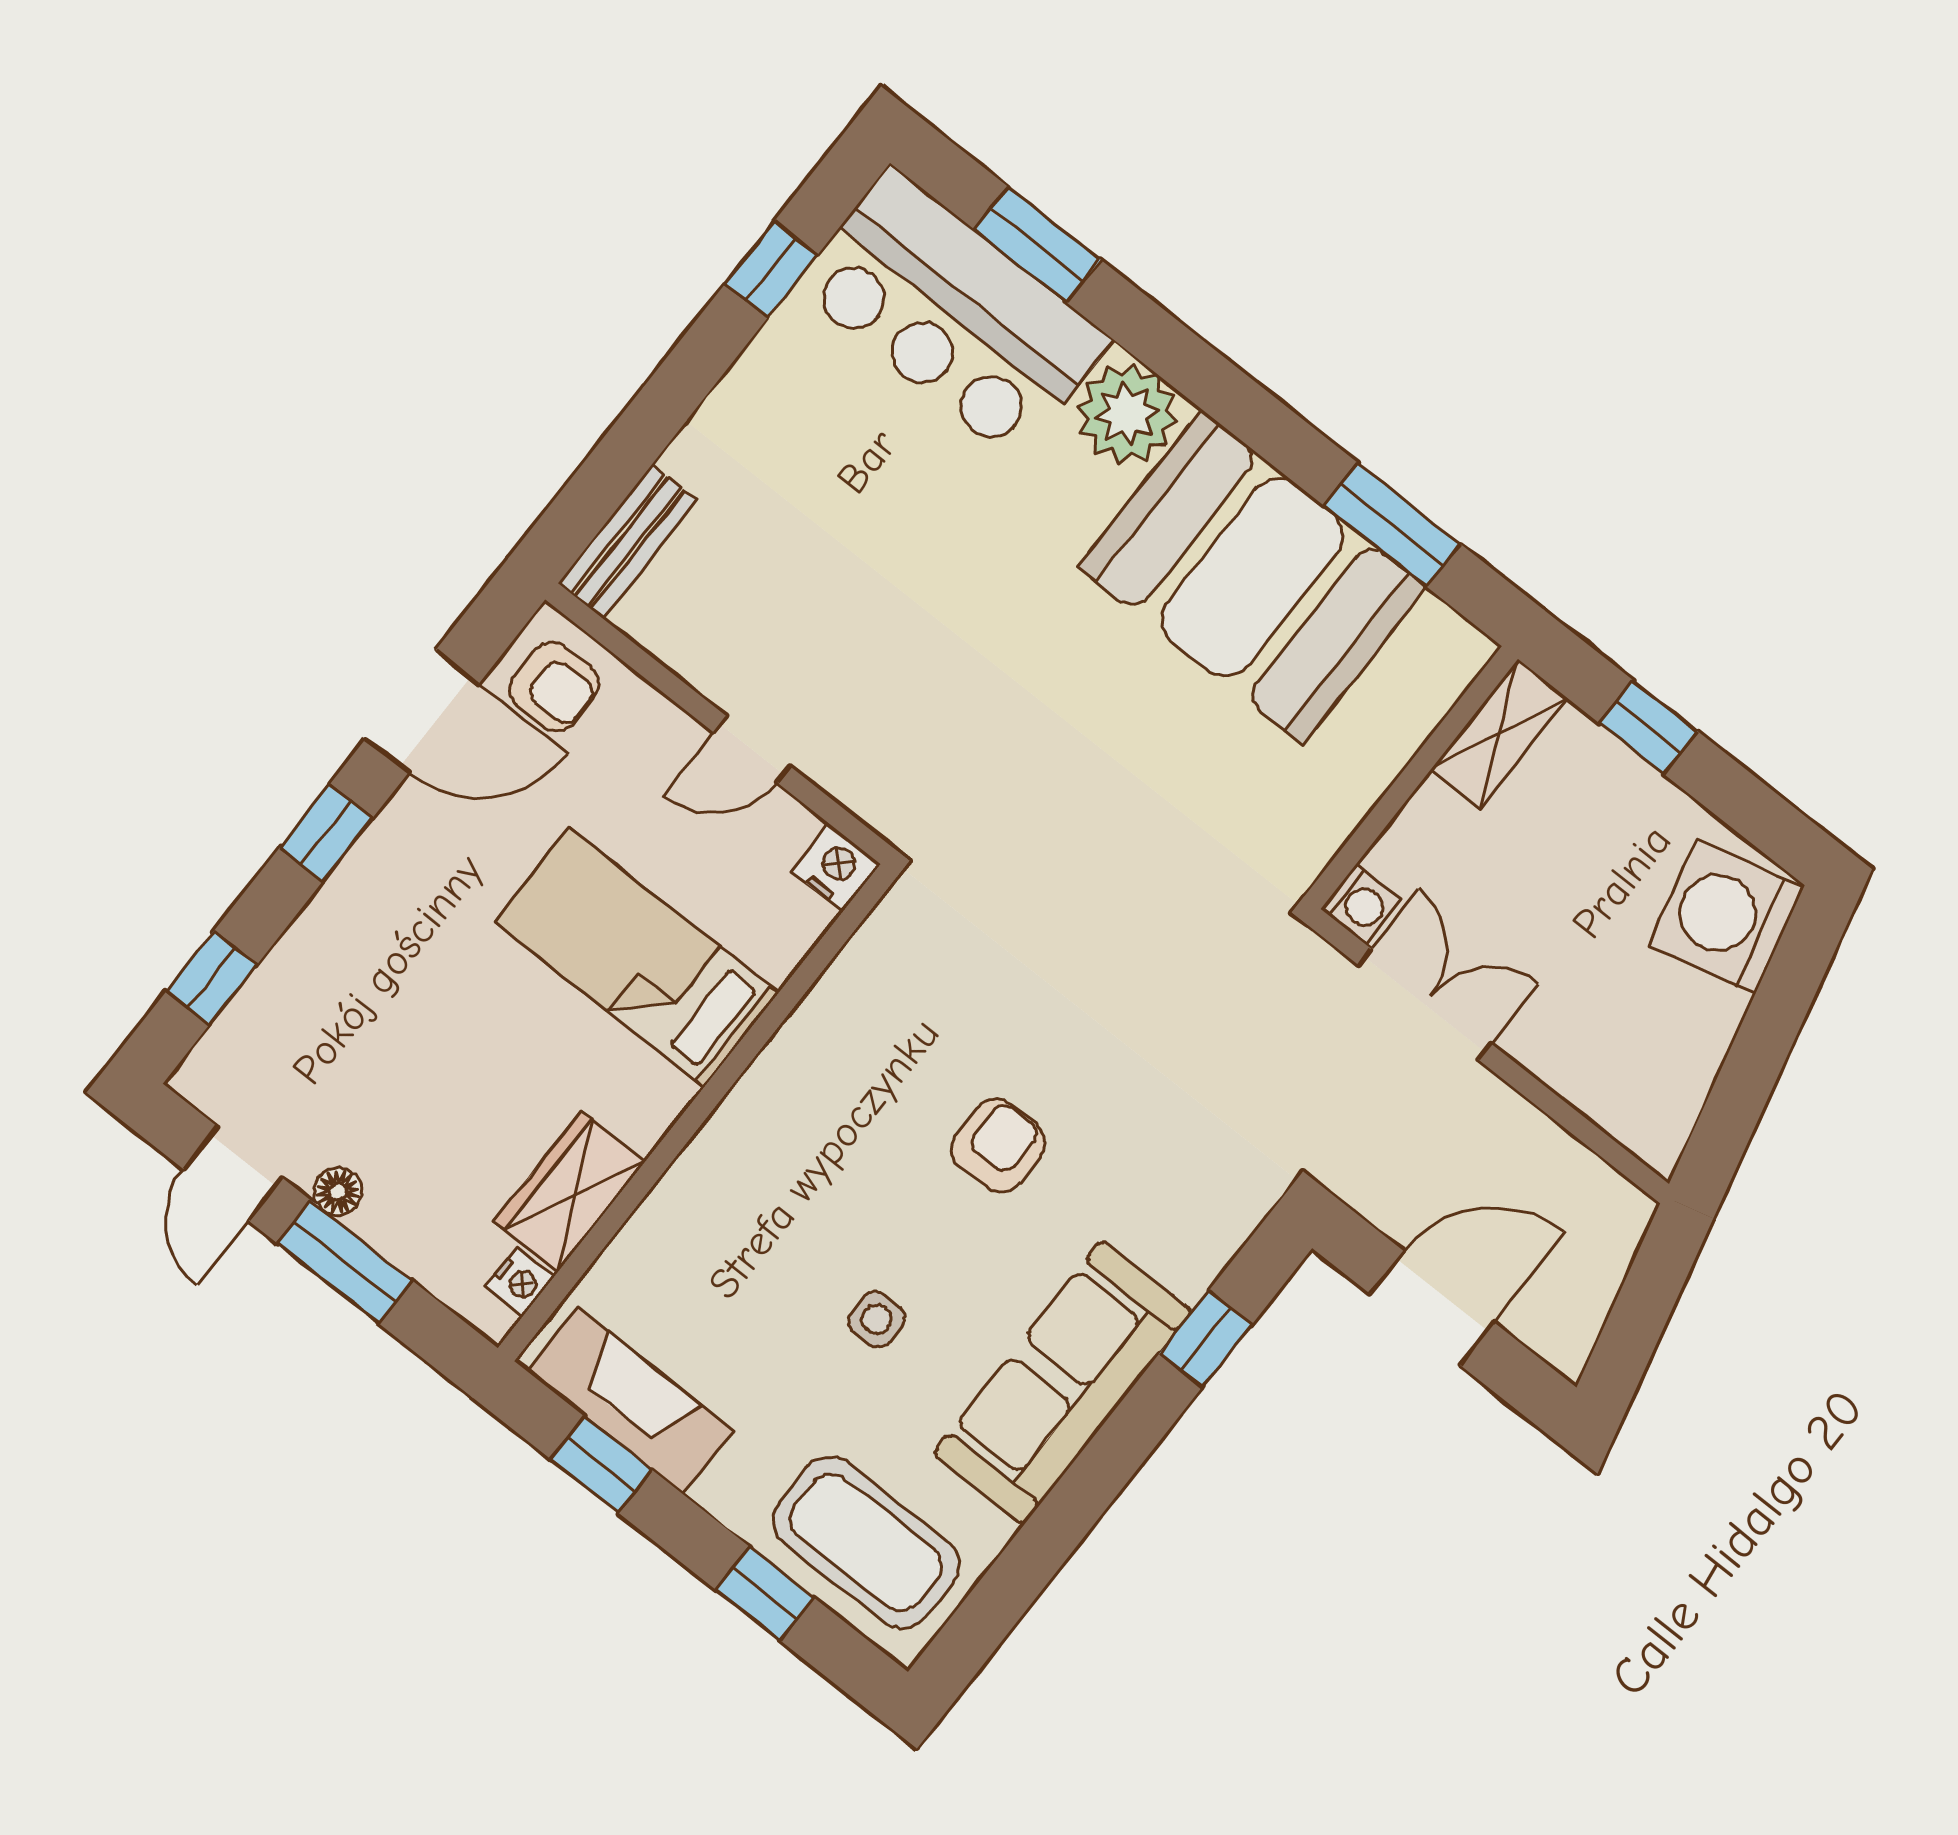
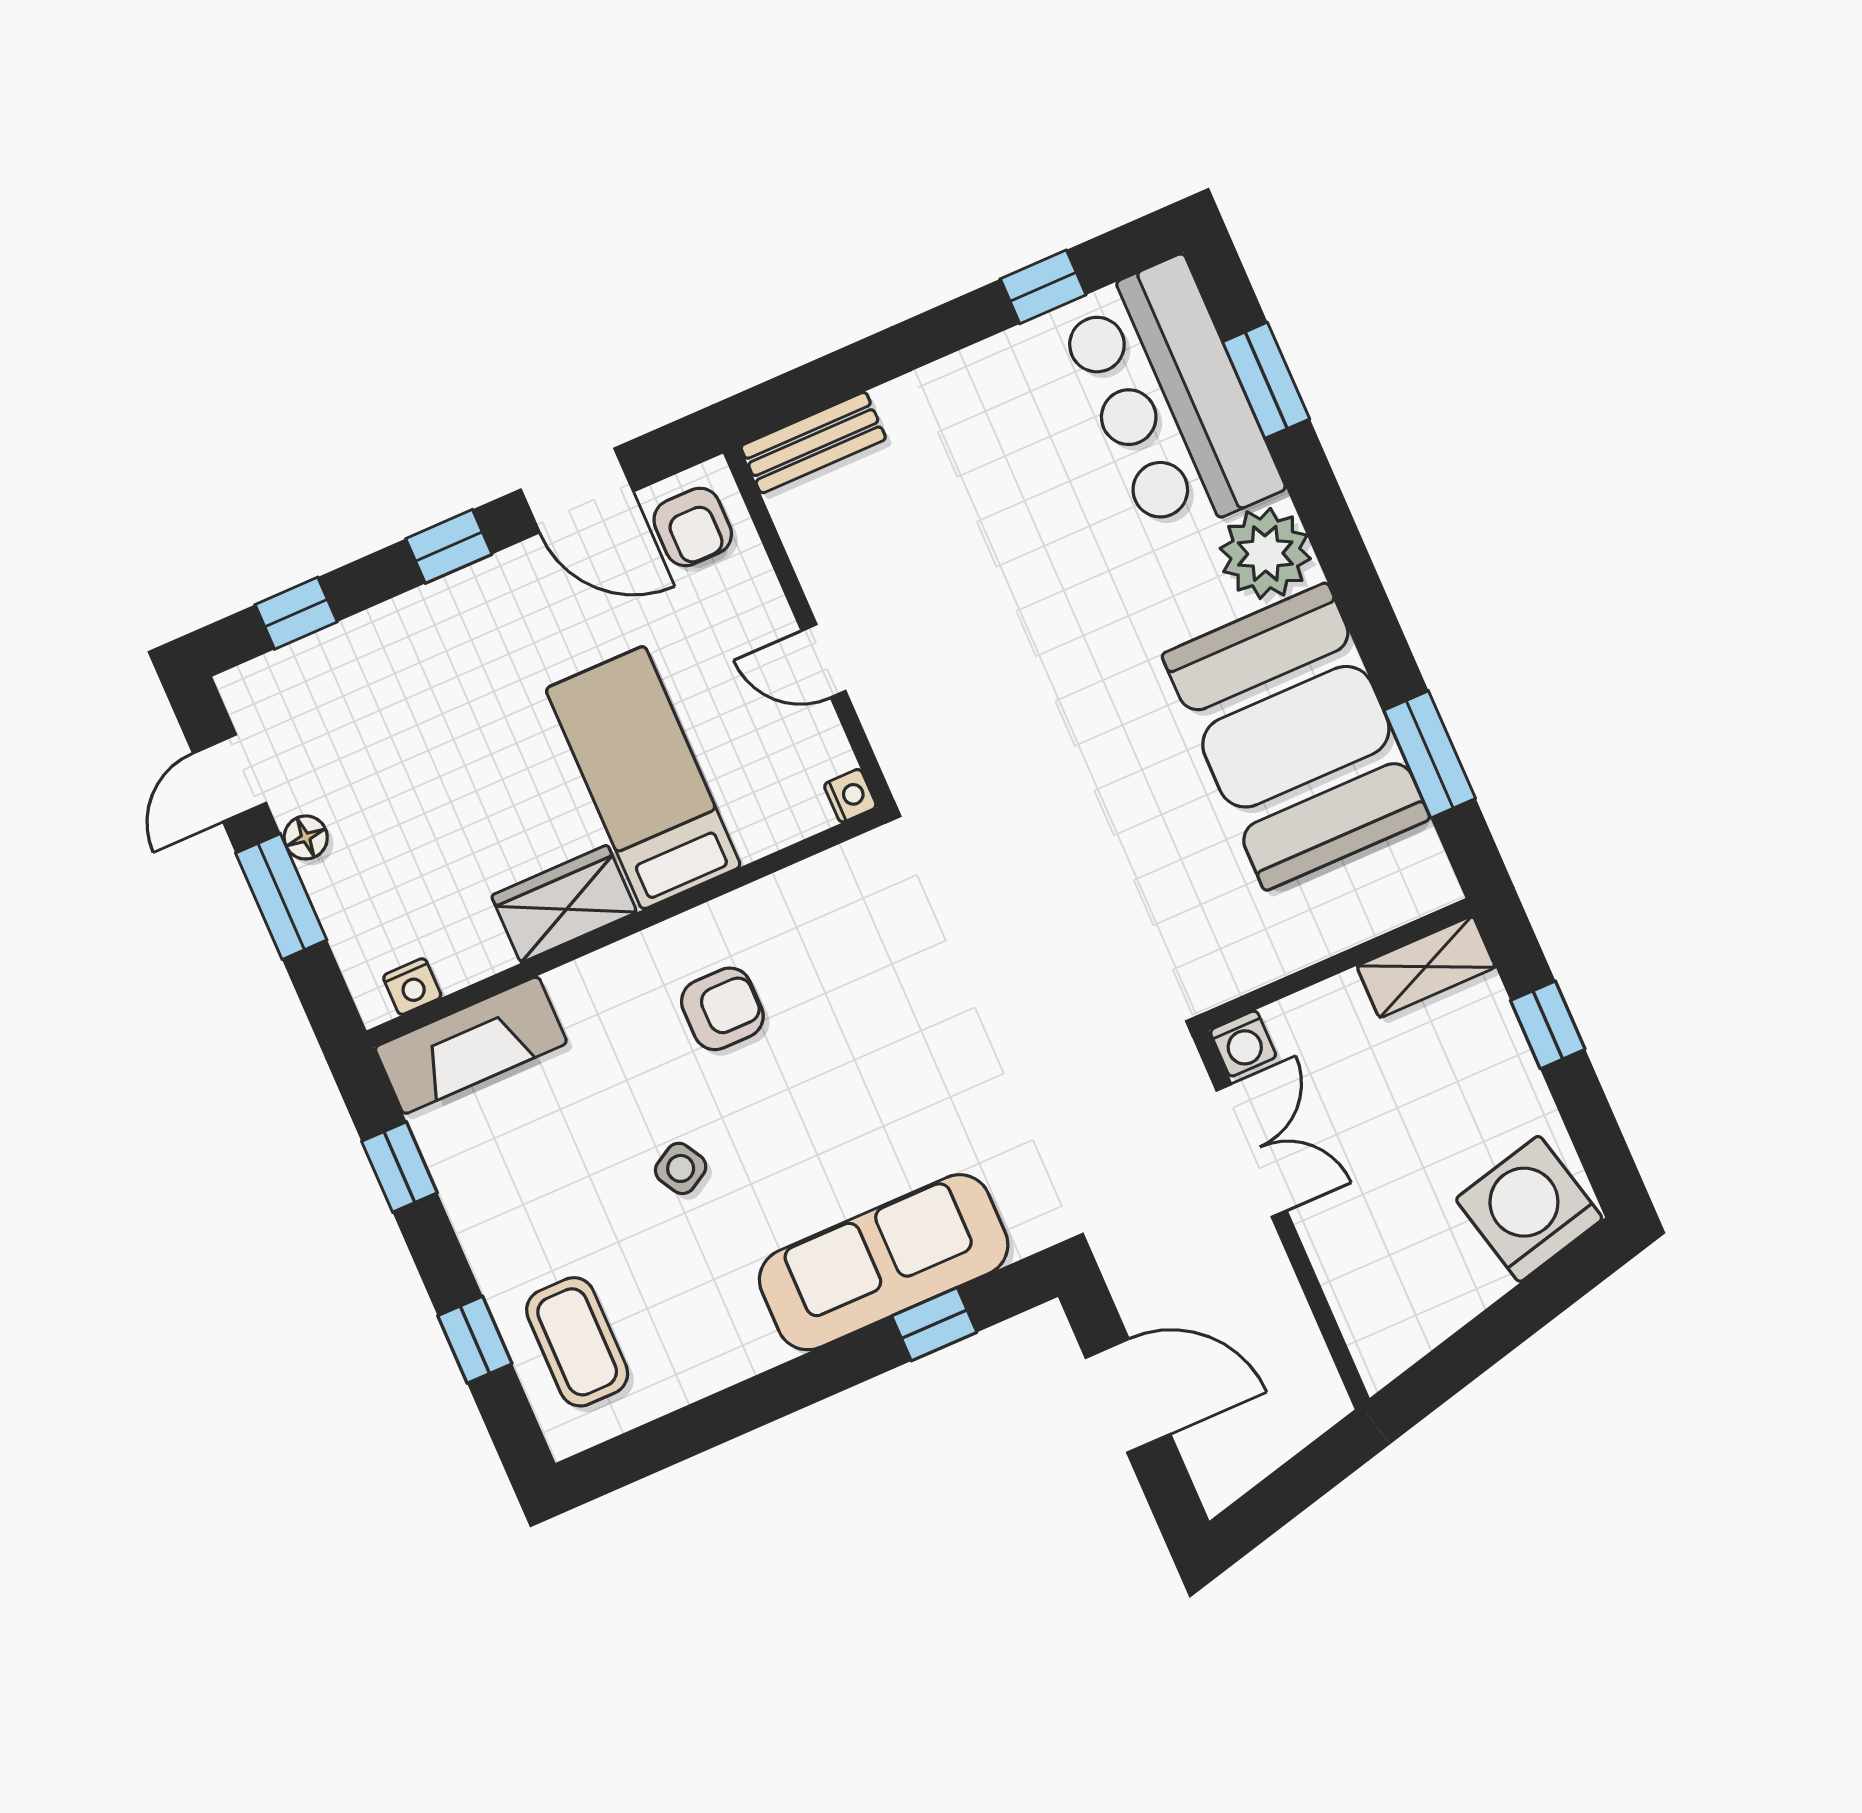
nightstand: (836, 867) -> (850, 796), width x0.72, depth x0.74
armchair: (998, 1145) -> (722, 1009), moved
wardrobe: (570, 1192) -> (564, 904), moved
side table: (877, 1319) -> (681, 1168), turned -30
sofa: (1063, 1383) -> (884, 1262), moved
fireplace: (630, 1401) -> (471, 1045), moved, turned 90
coffee table: (866, 1543) -> (577, 1342), width x0.73, depth x0.76

